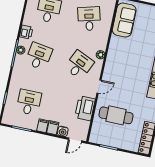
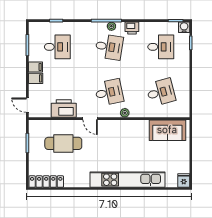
desk: (79, 65) -> (109, 92), turned -36
cafe table: (116, 115) -> (63, 143), turned 90
water cooler: (63, 131) -> (34, 90), removed

